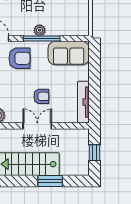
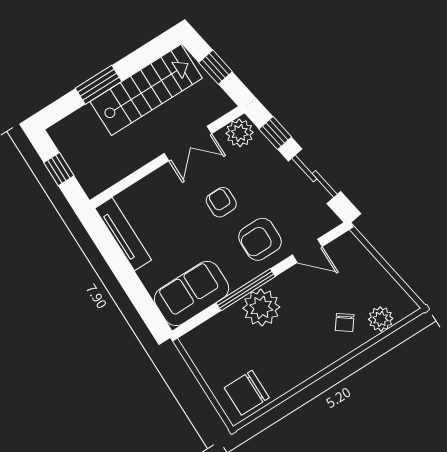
plant: (40, 30) -> (261, 308), width x1.88, depth x1.88
armchair: (41, 96) -> (221, 202), moved, turned 90
double door: (37, 126) -> (188, 144), moved

